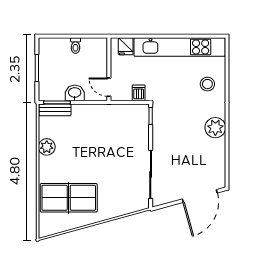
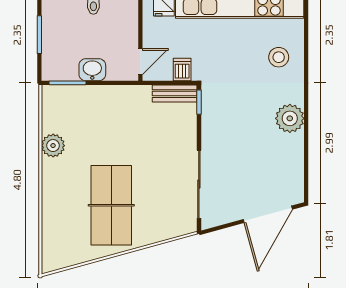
door: (109, 87) -> (140, 62), swing flipped
bench: (55, 110) -> (175, 94), moved
table tennis table: (69, 198) -> (111, 205), moved, turned 90

